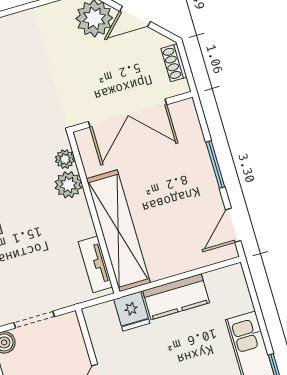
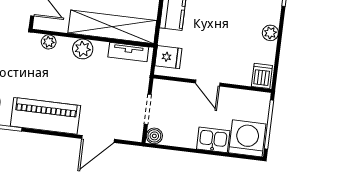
plant: (68, 185) -> (83, 49), moved
fridge: (132, 311) -> (168, 57), moved

